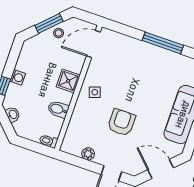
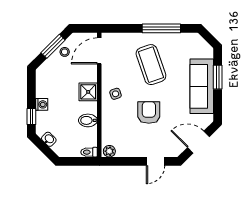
coffee table: (140, 75) -> (151, 65), added
plant: (88, 154) -> (109, 151), moved

